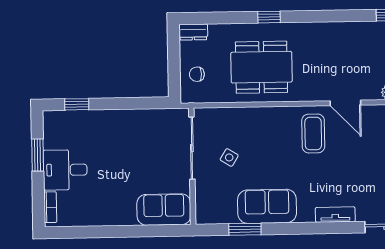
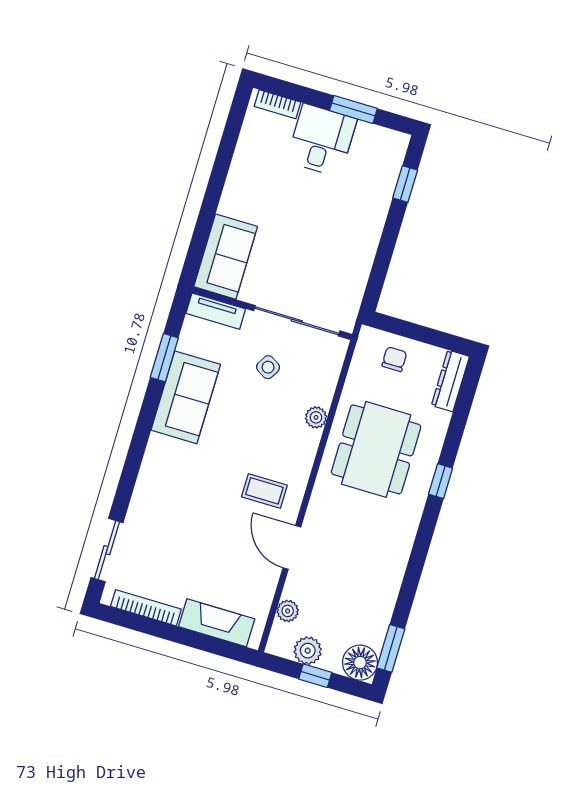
dresser: (193, 32) -> (450, 381), width x1.44
door: (345, 103) -> (292, 547), hinge flipped
plant: (253, 114) -> (316, 417), added
coffee table: (313, 133) -> (264, 491), width x0.73, depth x0.77
tv unit: (335, 215) -> (216, 311), moved, turned 90

